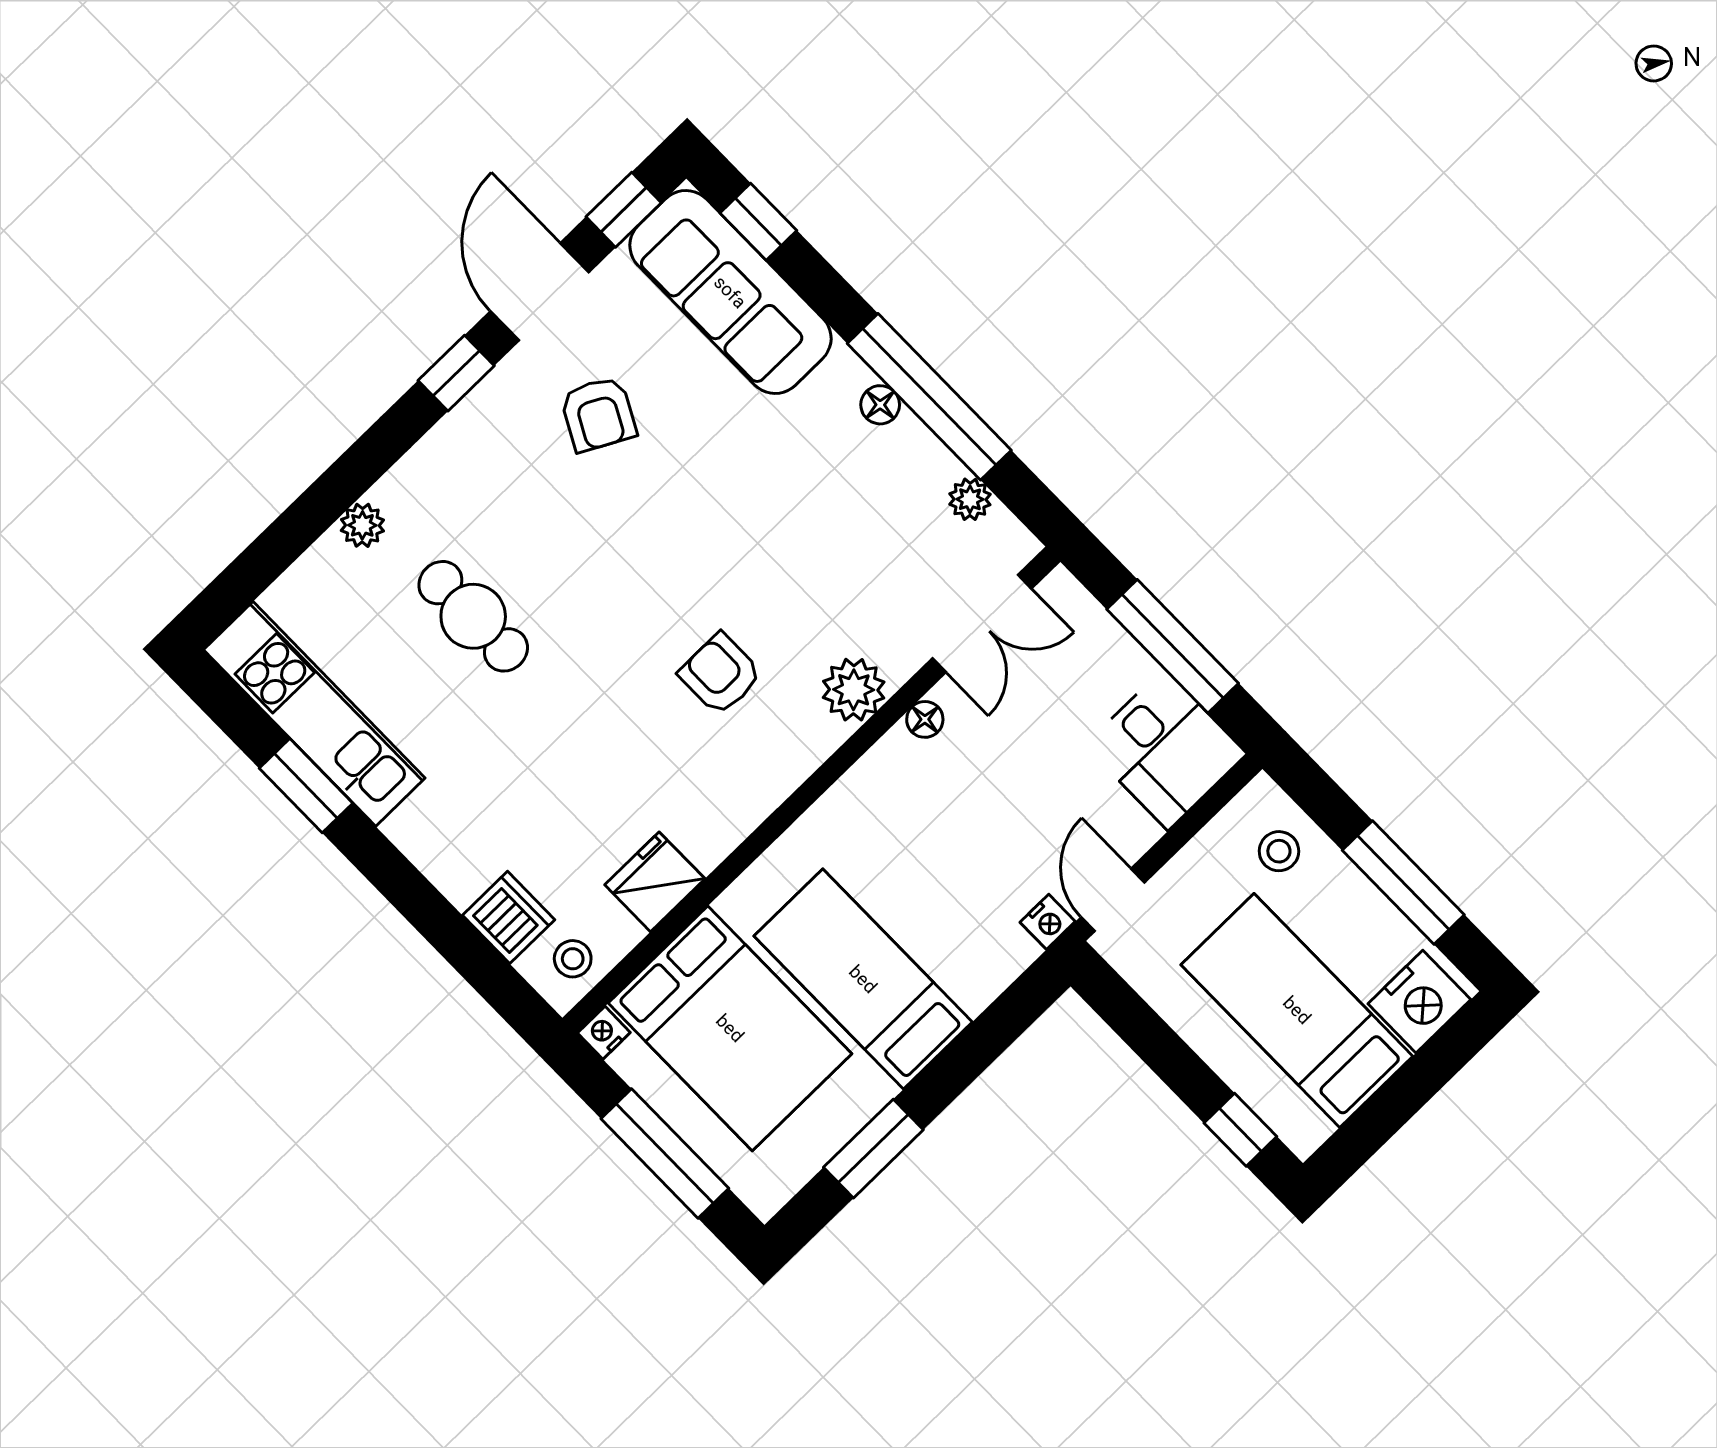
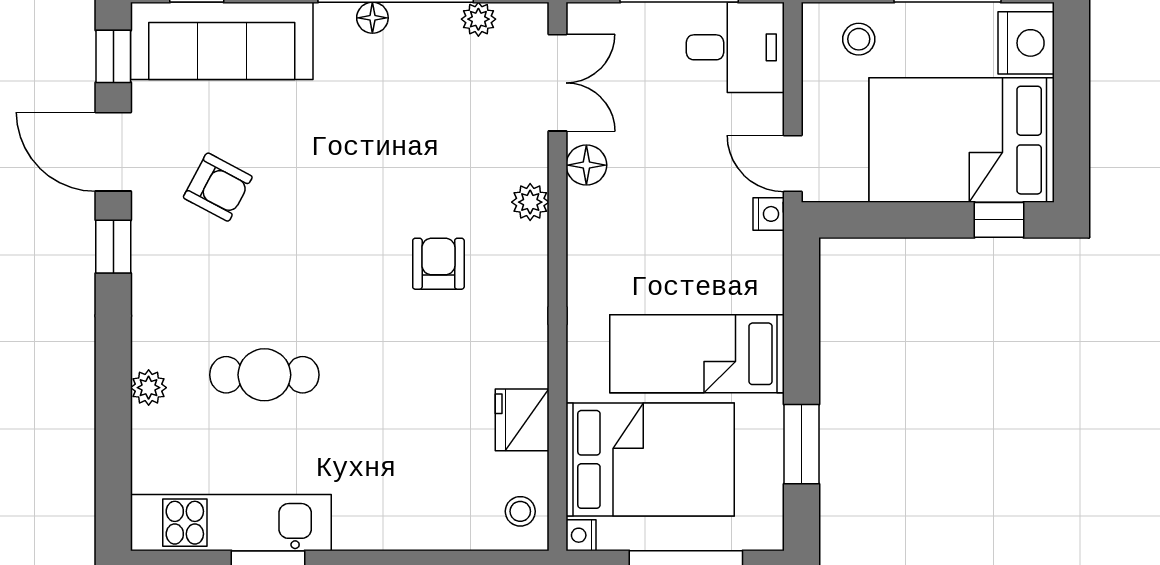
armchair: (720, 674) -> (438, 264), turned 90
plant: (854, 690) -> (530, 202), width x0.73, depth x0.73
floor lamp: (925, 719) -> (586, 165), width x1.37, depth x1.37
dishwasher: (509, 917) -> (460, 525), removed
bed: (1297, 1010) -> (962, 140), width x1.50

